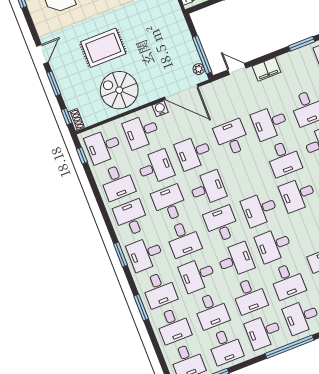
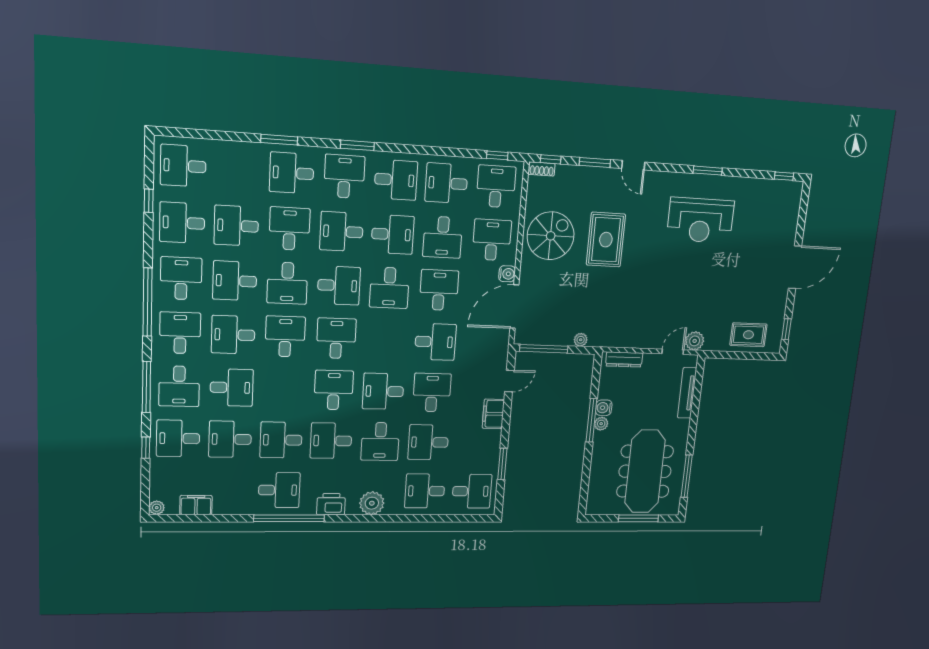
plant: (199, 69) -> (581, 340), moved
desk: (173, 326) -> (238, 169), removed

